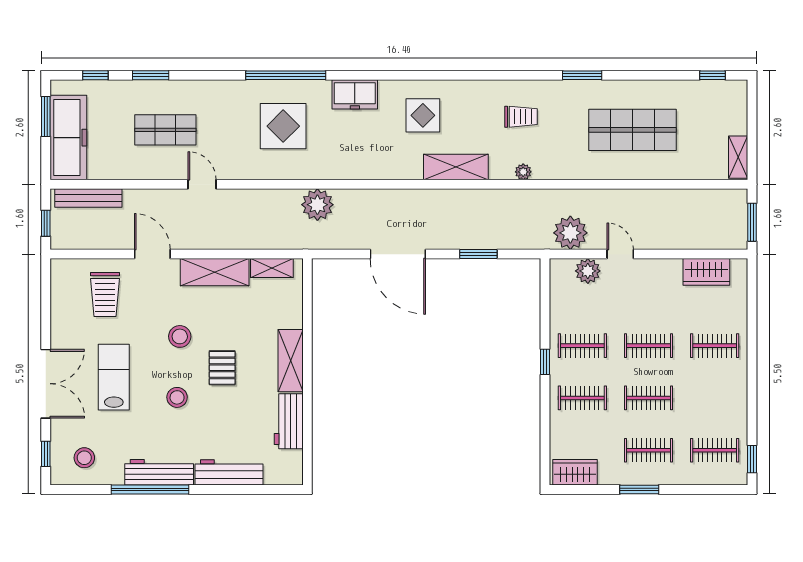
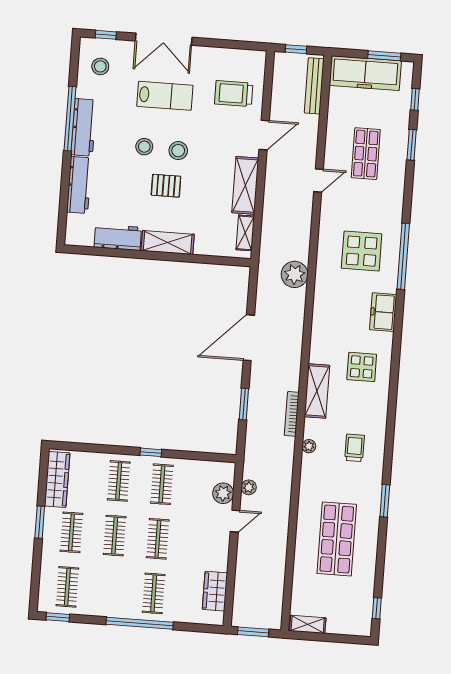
trolley: (521, 117) -> (355, 448), turned 180
bookcase: (486, 196) -> (292, 414), added
plant: (570, 233) -> (249, 487), width x0.53, depth x0.53
stool: (180, 336) -> (178, 151), moved
window: (752, 360) -> (140, 623), added
wardrobe: (575, 472) -> (57, 479), width x1.50

